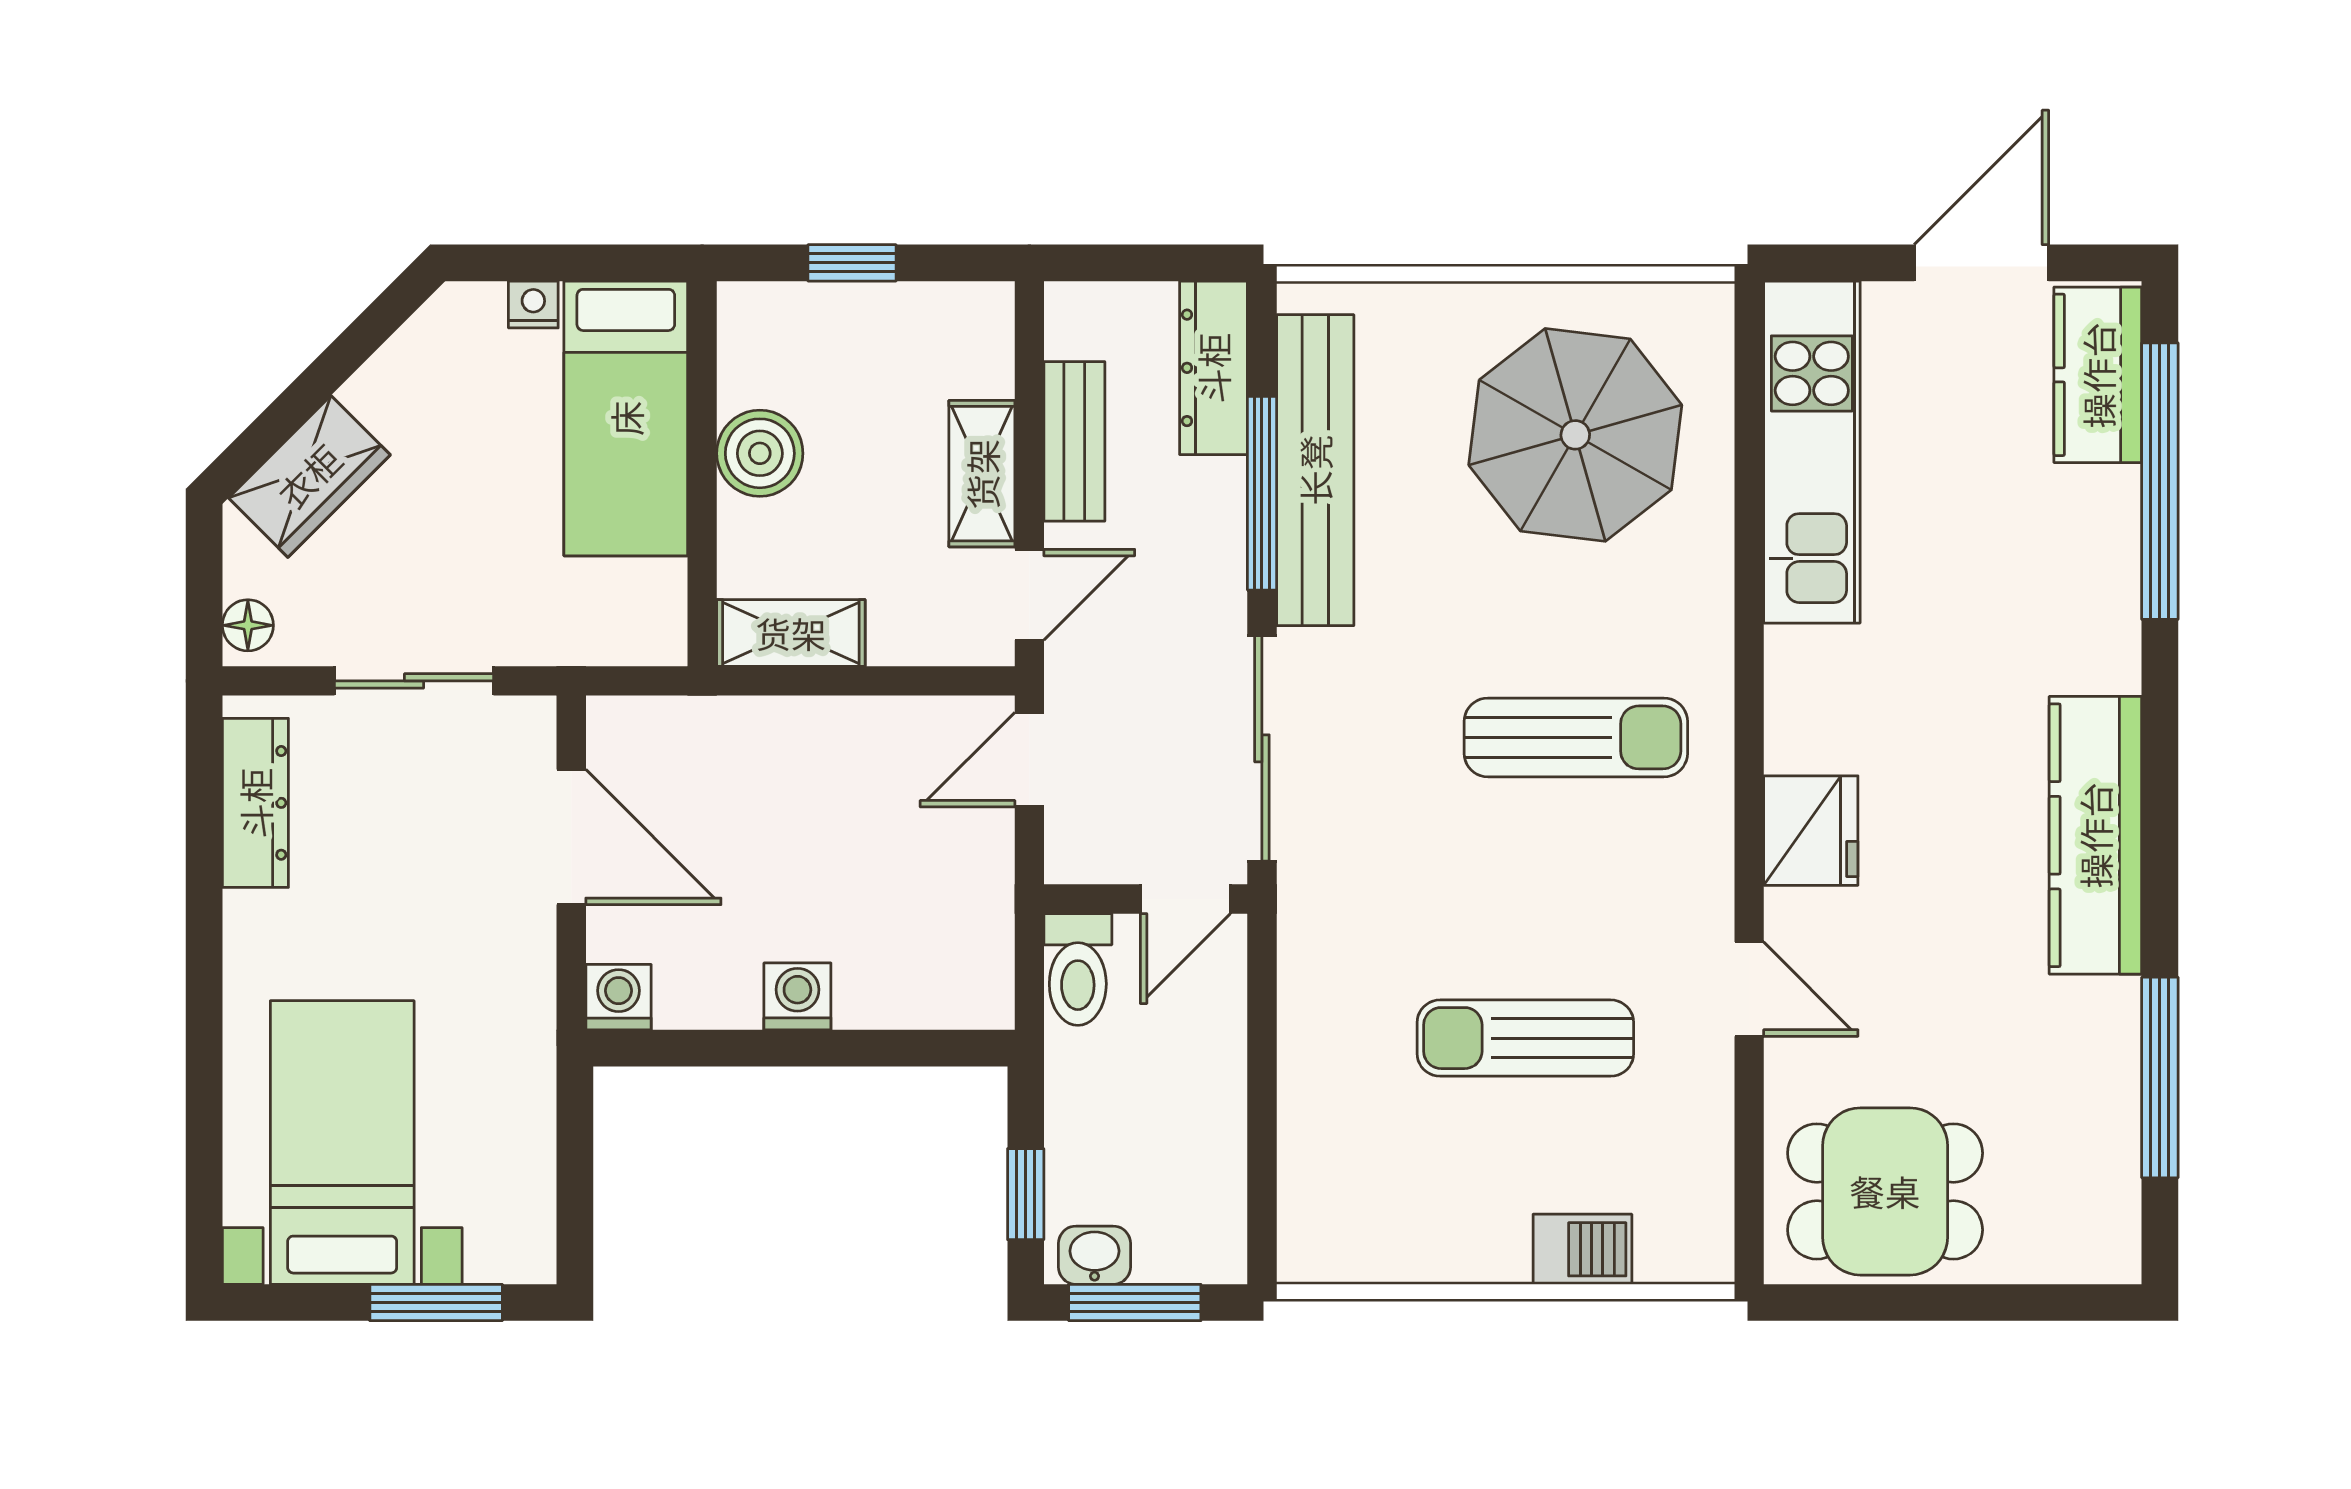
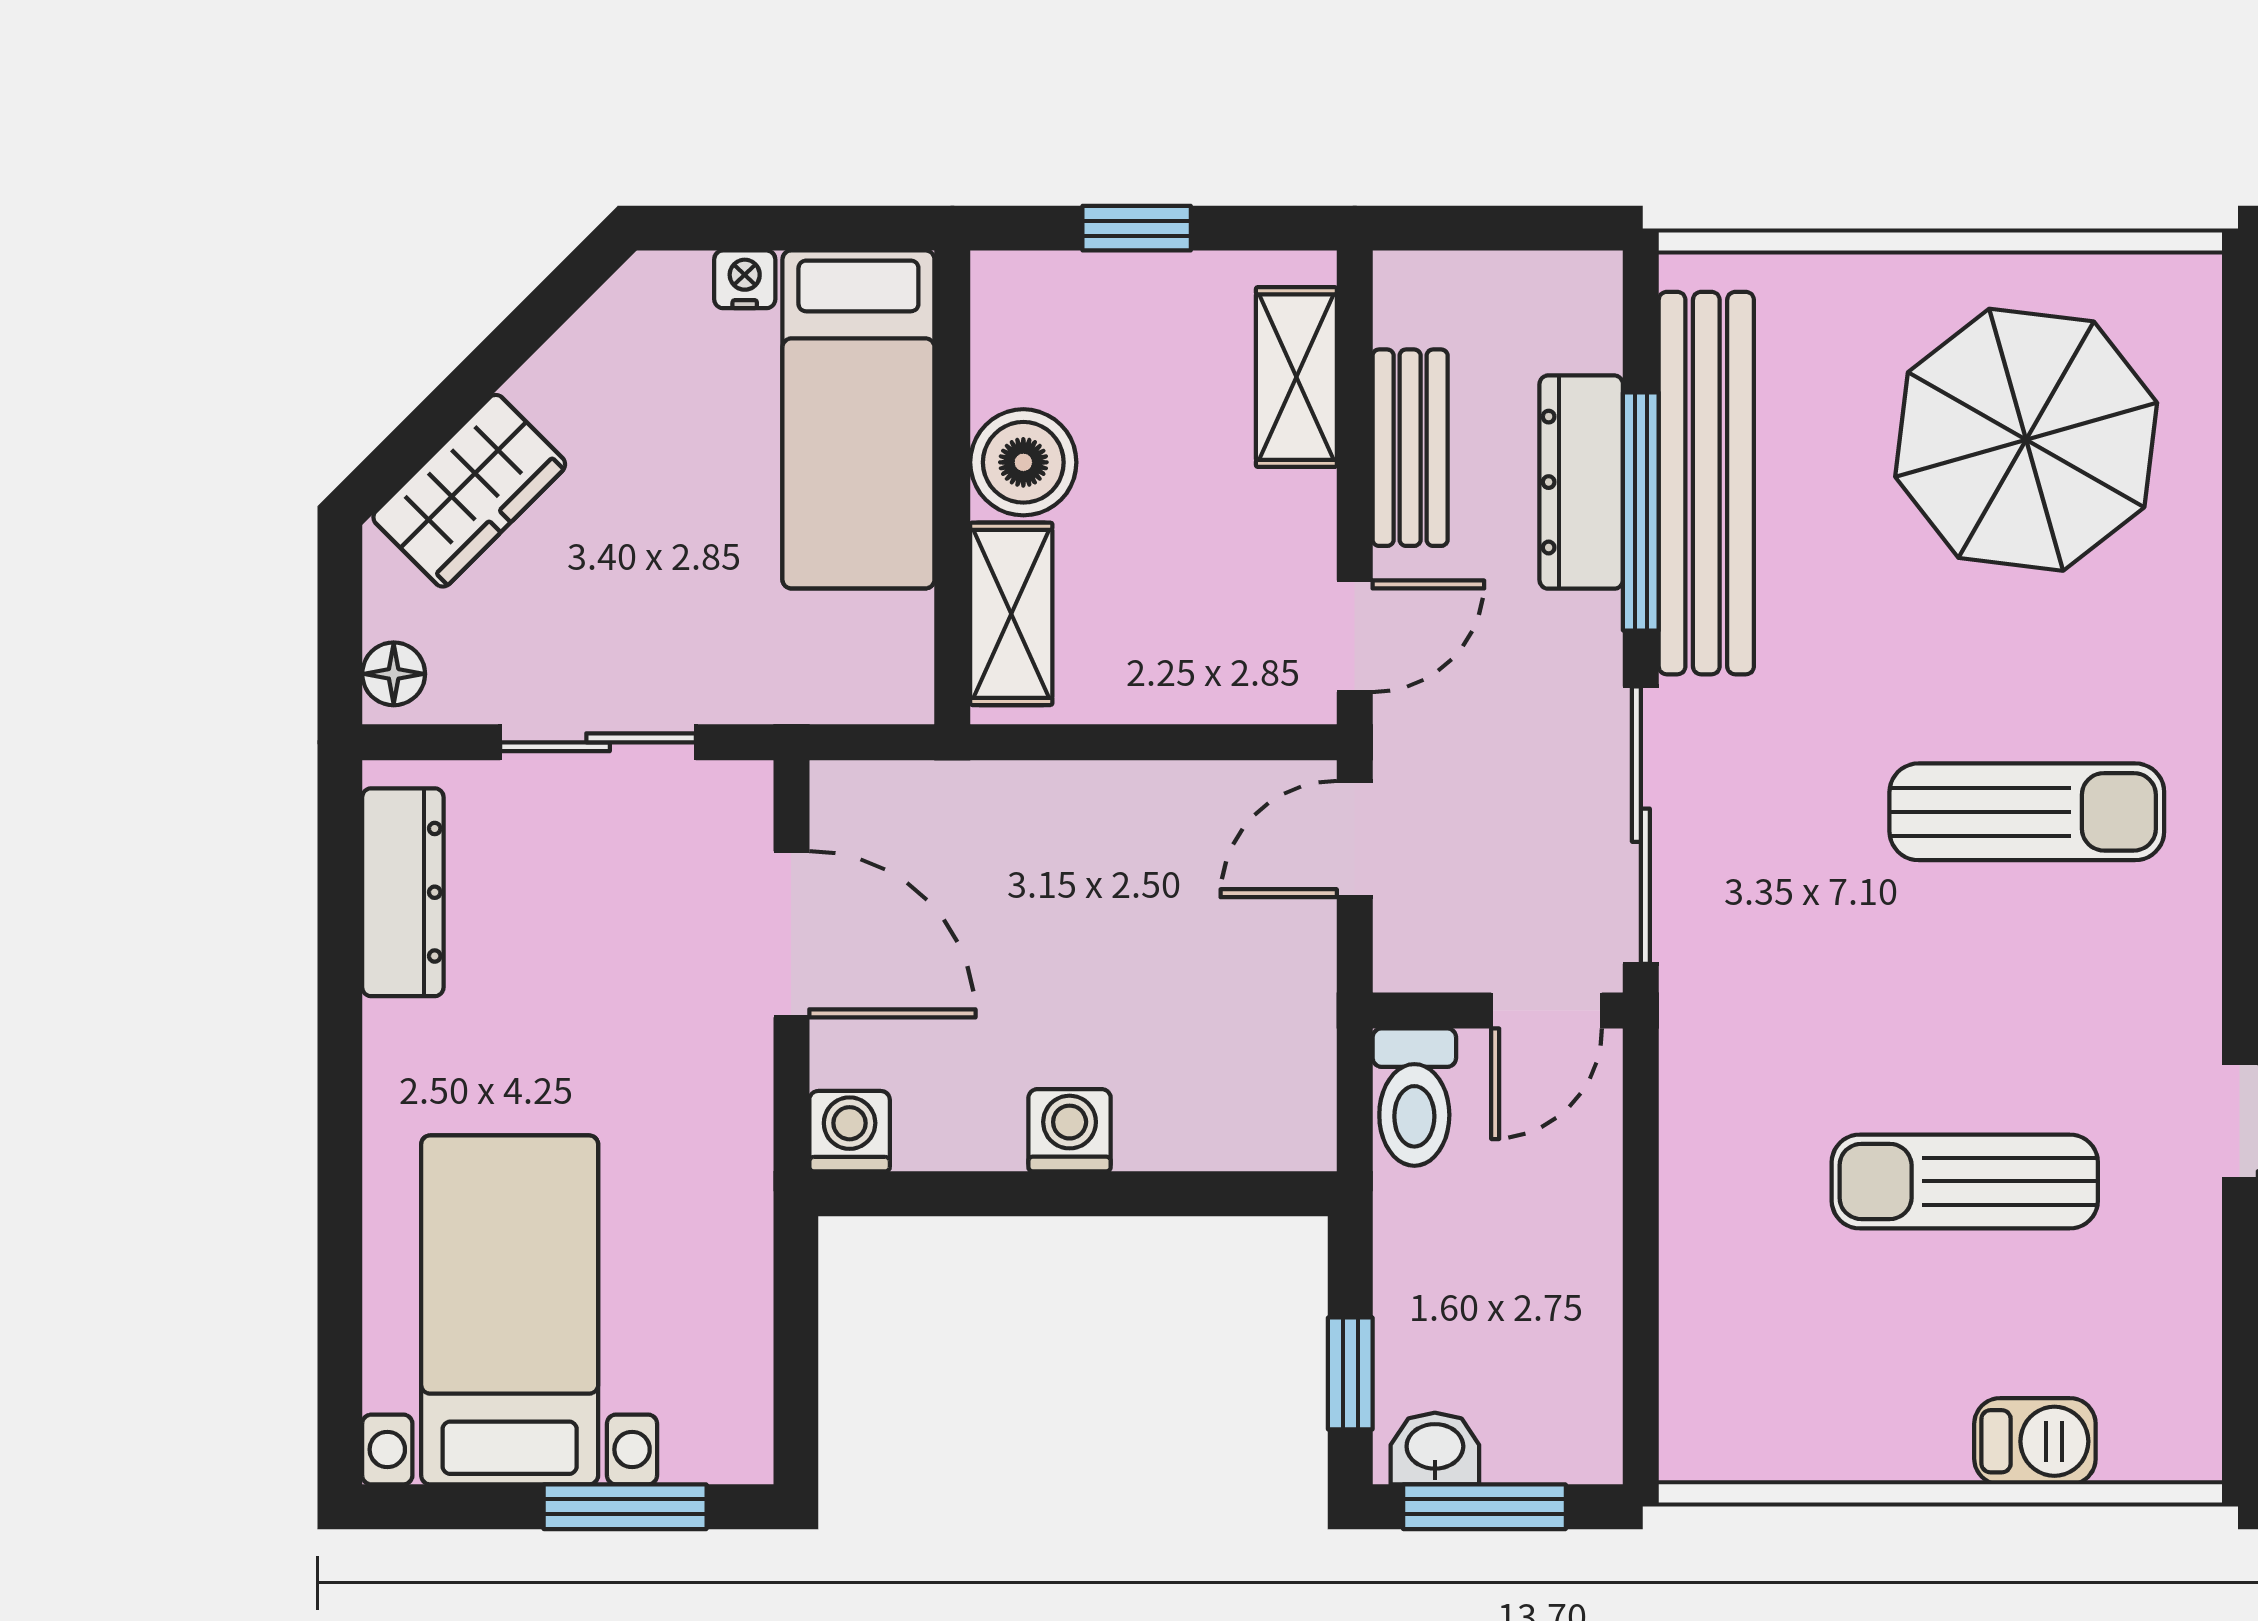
dresser: (1213, 368) -> (1581, 482), moved
shelving: (982, 474) -> (1296, 377), moved
shelving: (791, 633) -> (1011, 614), moved, turned 90

